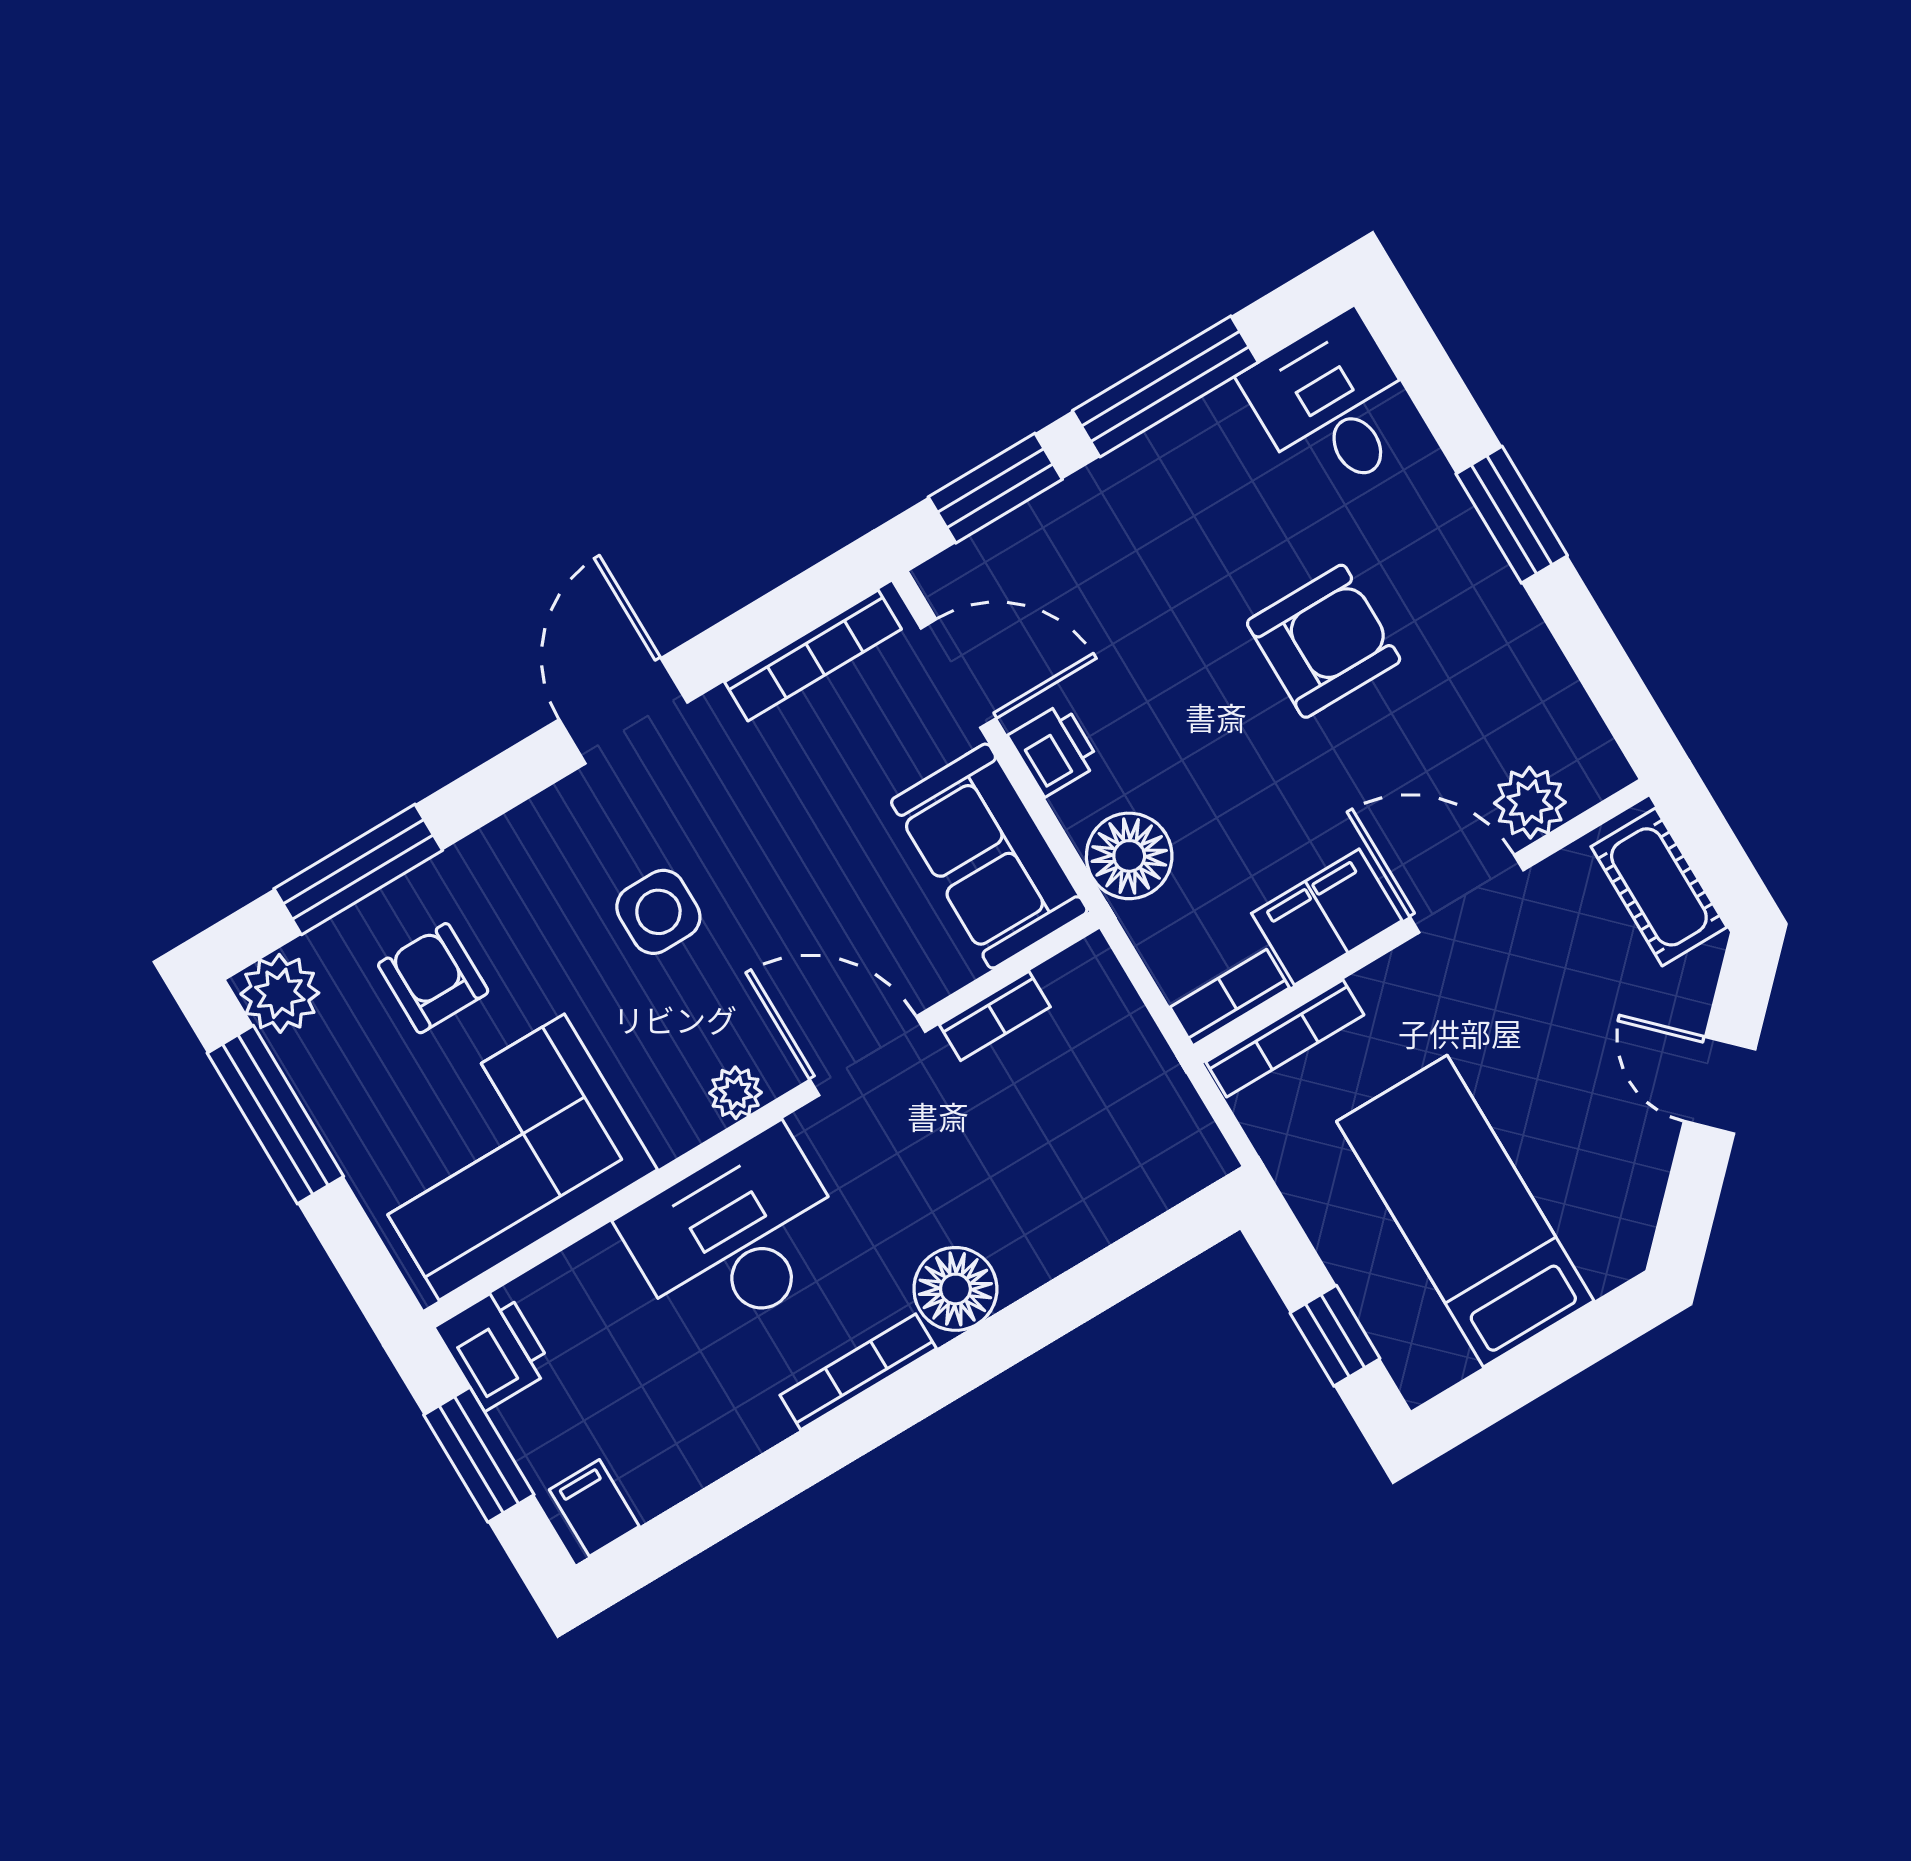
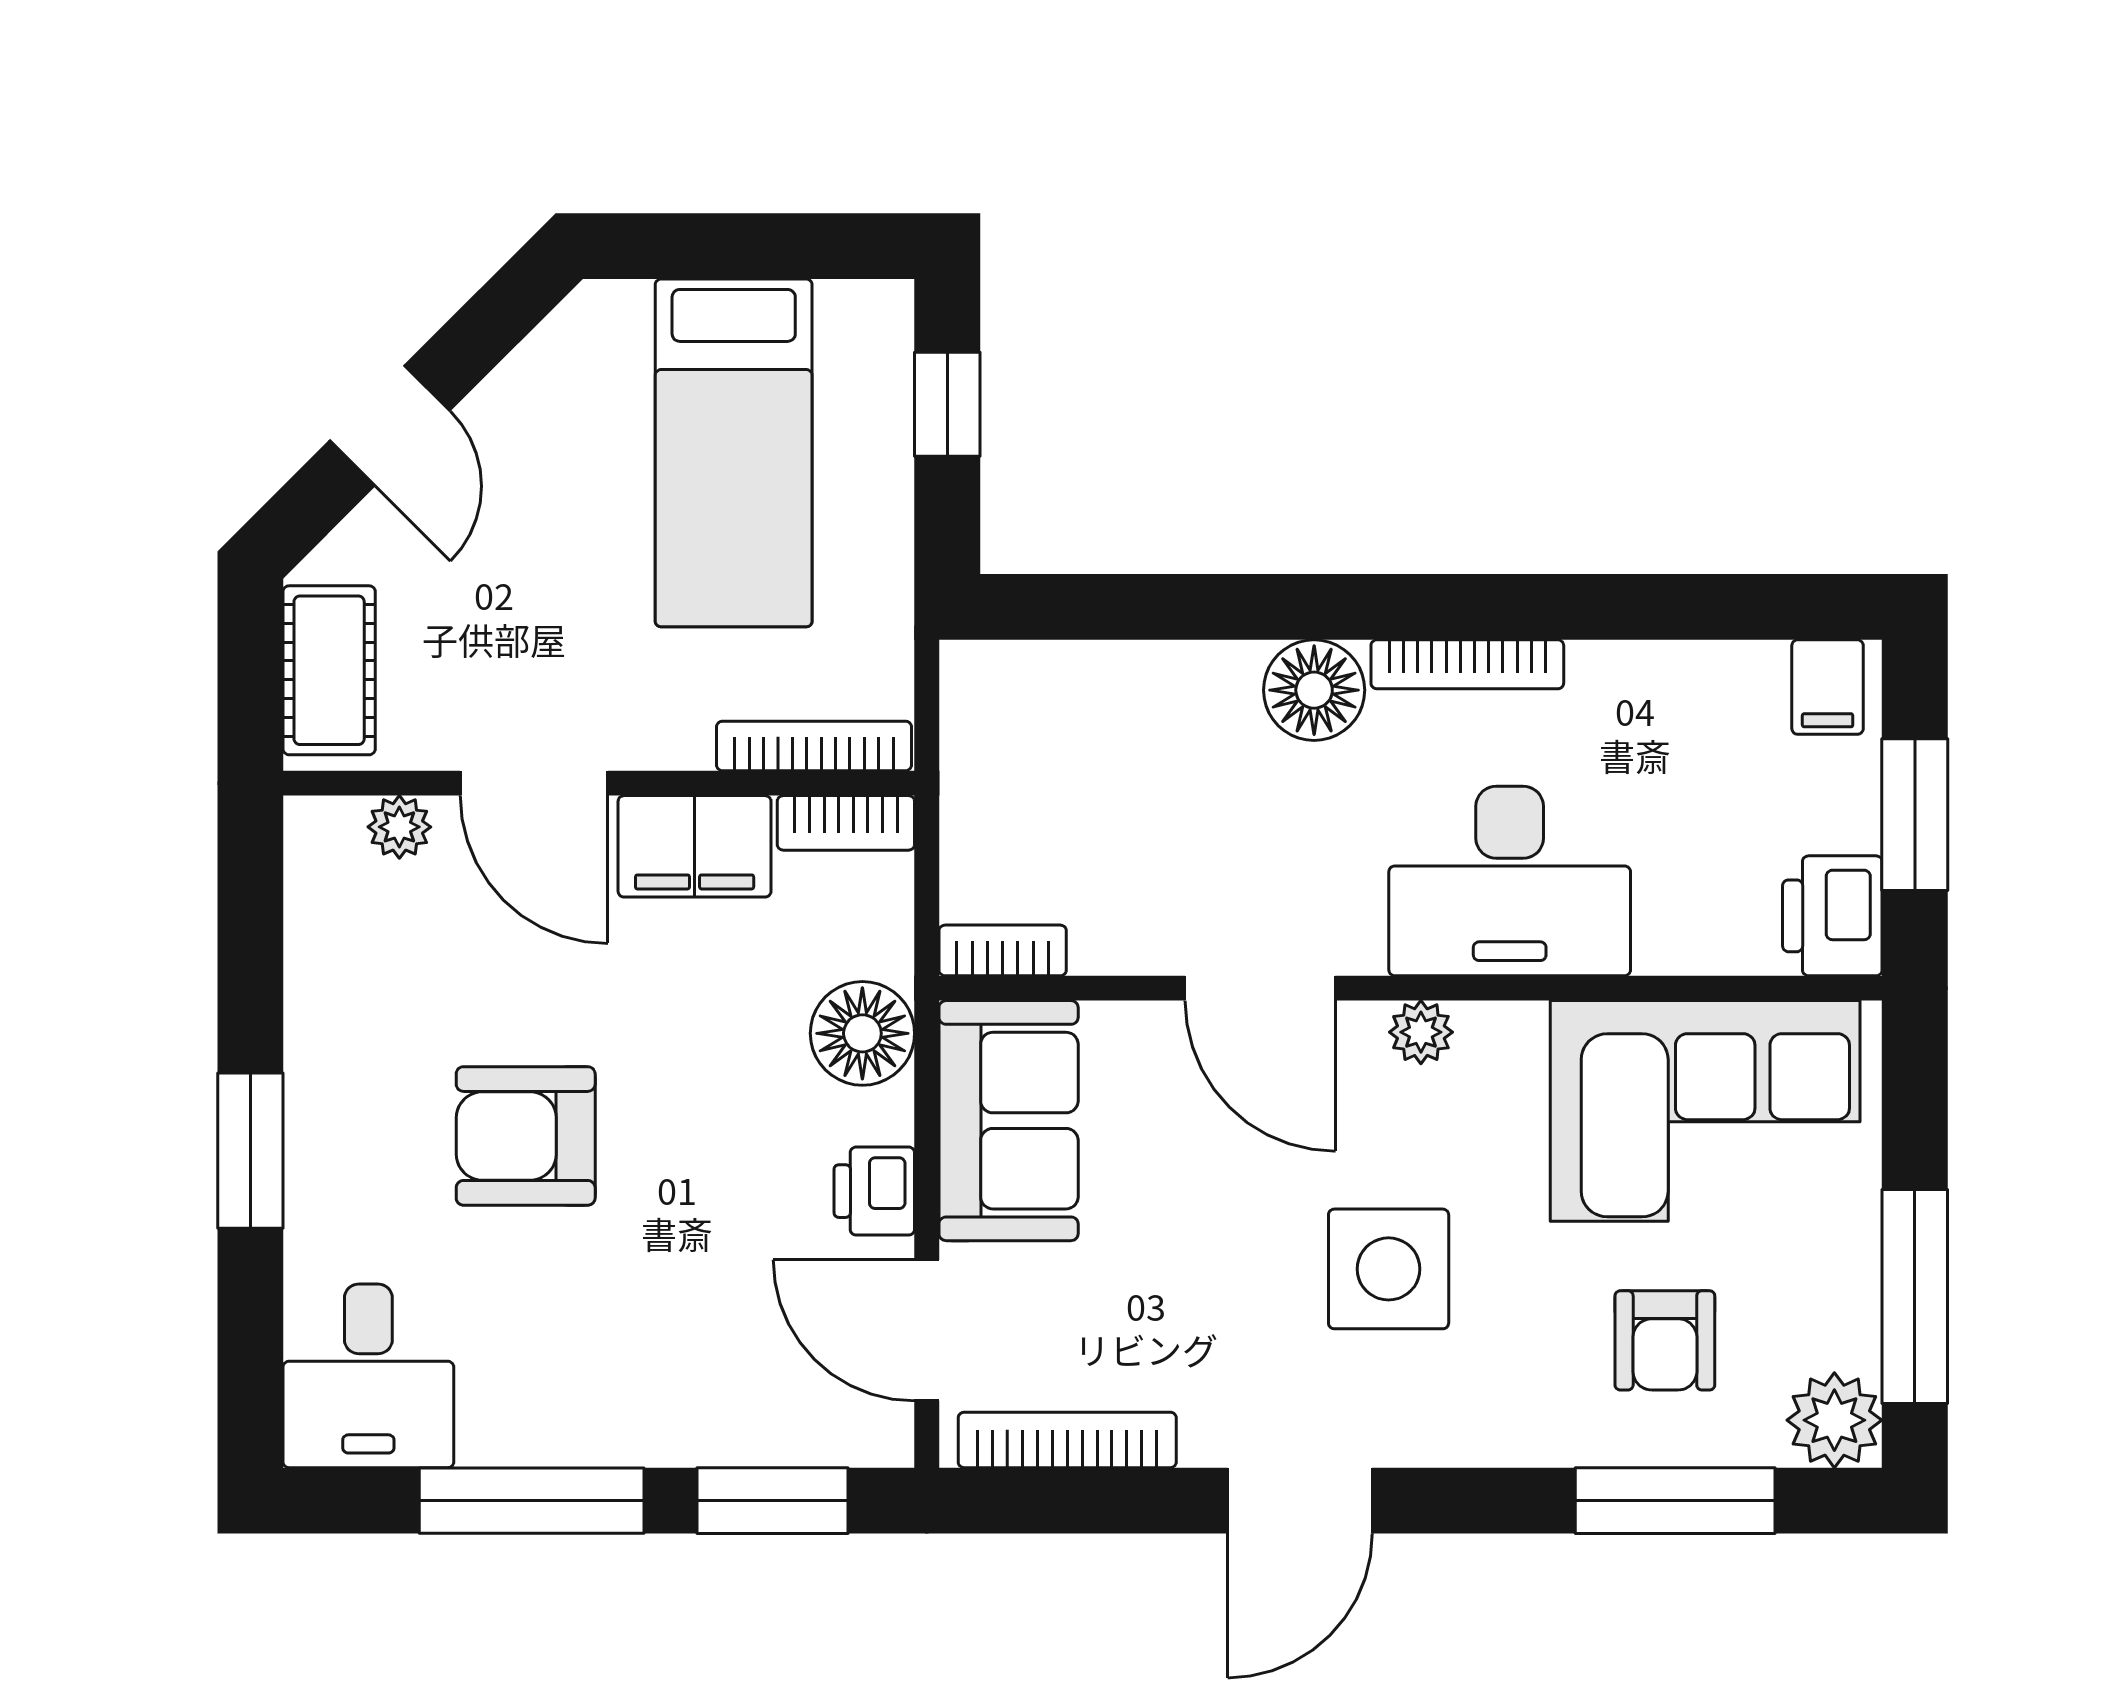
plant: (1530, 803) -> (399, 827), width x0.73, depth x0.73
side table: (658, 912) -> (1389, 1269), width x1.37, depth x1.37
bookcase: (995, 1016) -> (1003, 950), moved

